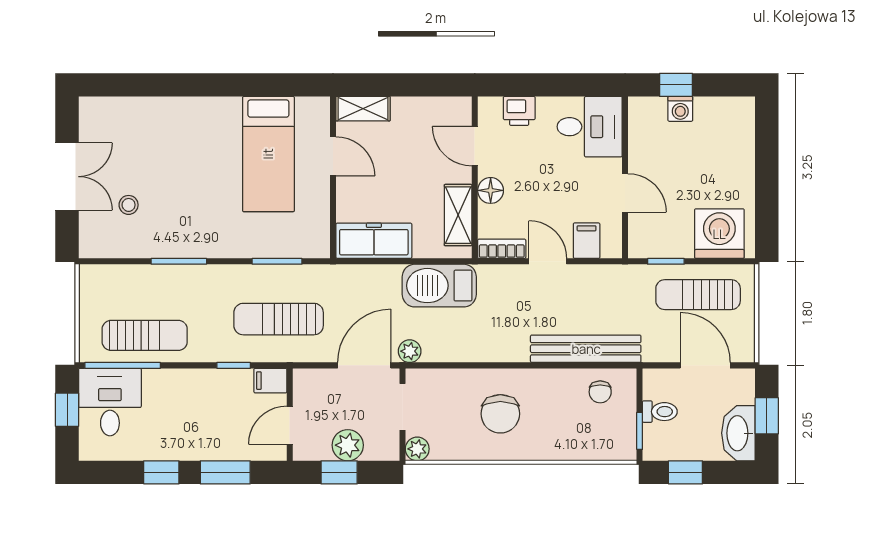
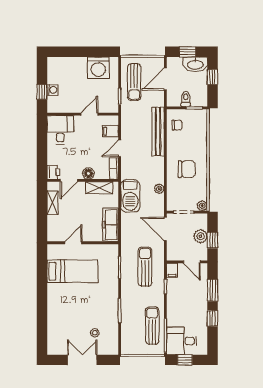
shelving: (363, 109) -> (52, 203), moved
printer: (519, 111) -> (53, 172), moved
washing machine: (719, 234) -> (98, 68), moved, turned -90
sun lounger: (279, 319) -> (145, 267), turned 180
plant: (410, 351) -> (159, 189), moved
window: (685, 472) -> (212, 77), moved

